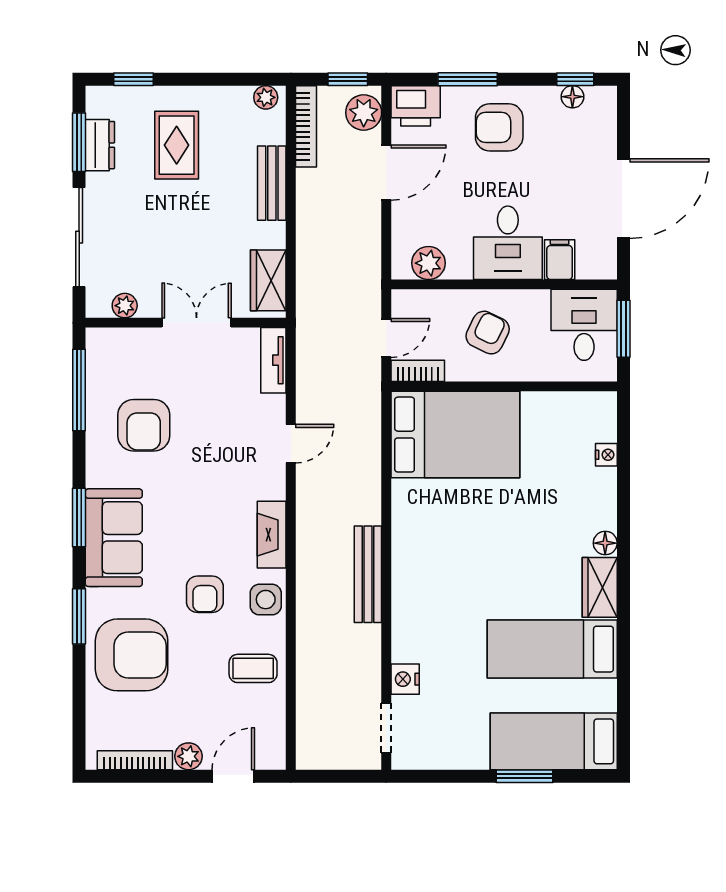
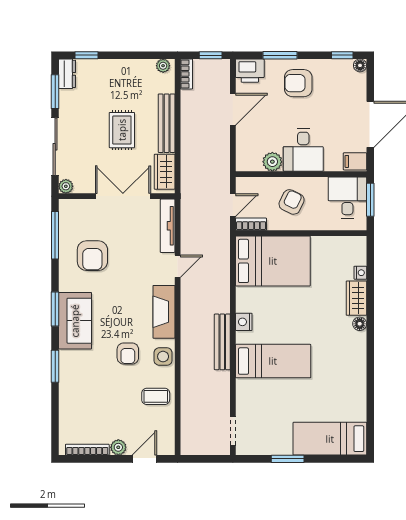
floor lamp: (572, 97) -> (360, 65), moved
plant: (364, 113) -> (220, 75), removed
bookcase: (306, 126) -> (186, 74), width x0.64
dresser: (100, 145) -> (67, 74), moved
rug: (177, 145) -> (122, 130), moved
bench: (272, 183) -> (167, 123), width x1.36
filing cabinet: (560, 260) -> (355, 161), moved, turned -90
plant: (428, 263) -> (272, 162), moved
plant: (125, 306) -> (66, 186), moved
double door: (197, 323) -> (123, 196), width x1.37
tv unit: (273, 360) -> (168, 226), width x1.41
fireplace: (272, 535) -> (164, 312), width x1.37, depth x1.32
wardrobe: (600, 587) -> (356, 298), moved
bed: (552, 649) -> (273, 361), moved, turned 180
armchair: (132, 655) -> (85, 389), removed
nightstand: (405, 679) -> (244, 322), moved
window: (525, 776) -> (288, 459), moved

